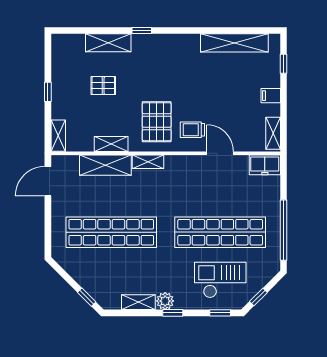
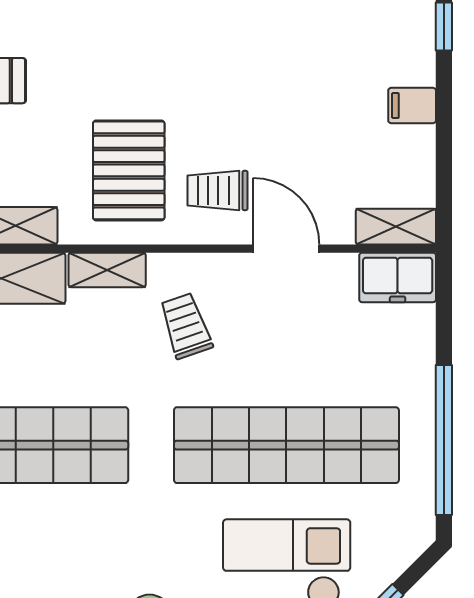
shelving: (273, 133) -> (396, 227), moved, turned 90
trolley: (180, 184) -> (186, 326), added

